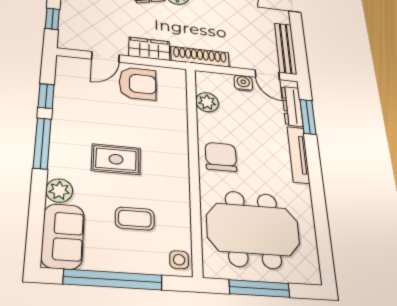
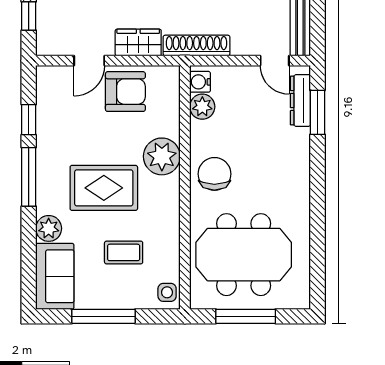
water cooler: (243, 83) -> (200, 82), moved, turned -90
plant: (172, 138) -> (162, 156), added
tv unit: (298, 155) -> (301, 163), removed
rug: (116, 159) -> (104, 188), width x1.36, depth x1.43
window: (113, 280) -> (104, 316), width x0.68

